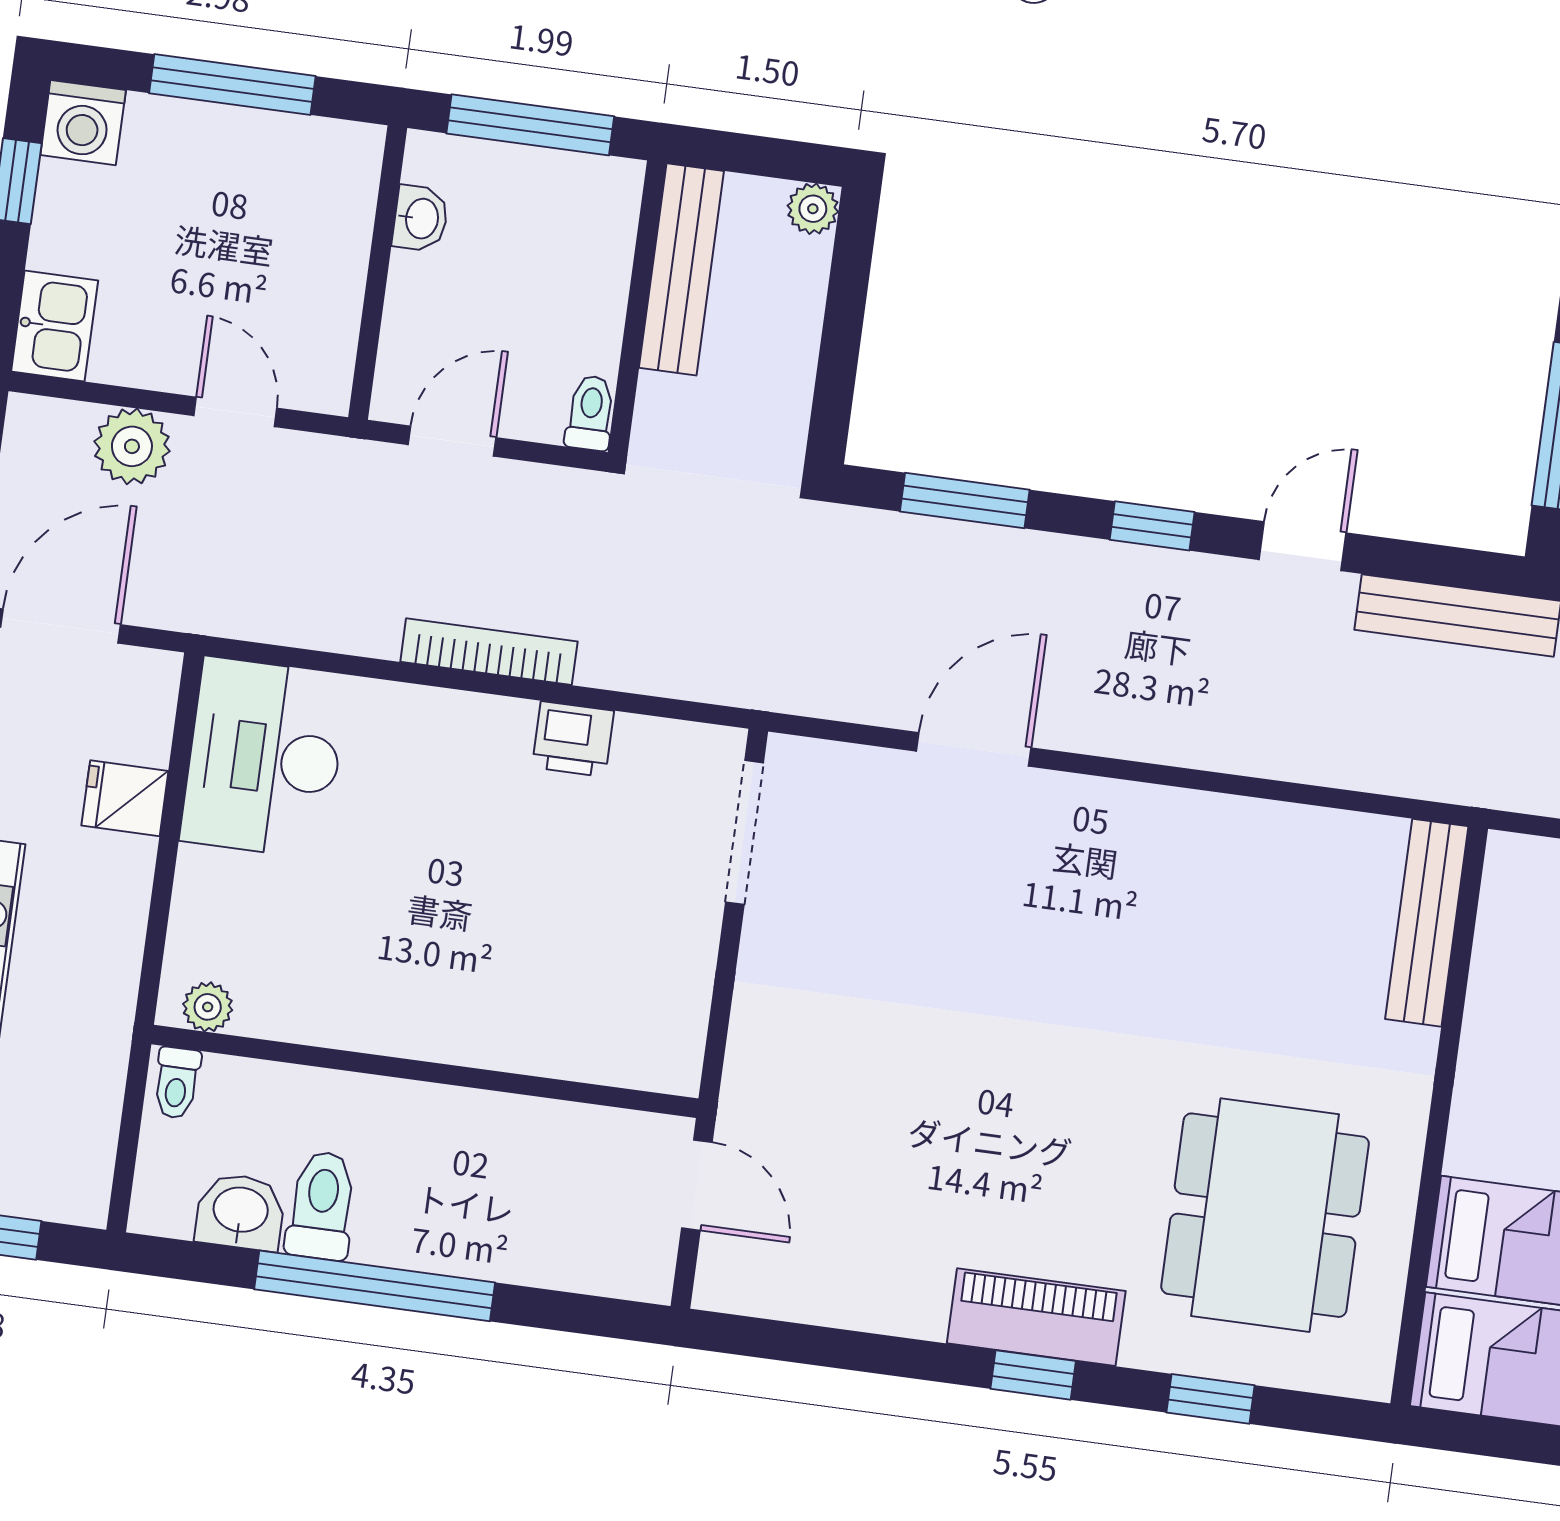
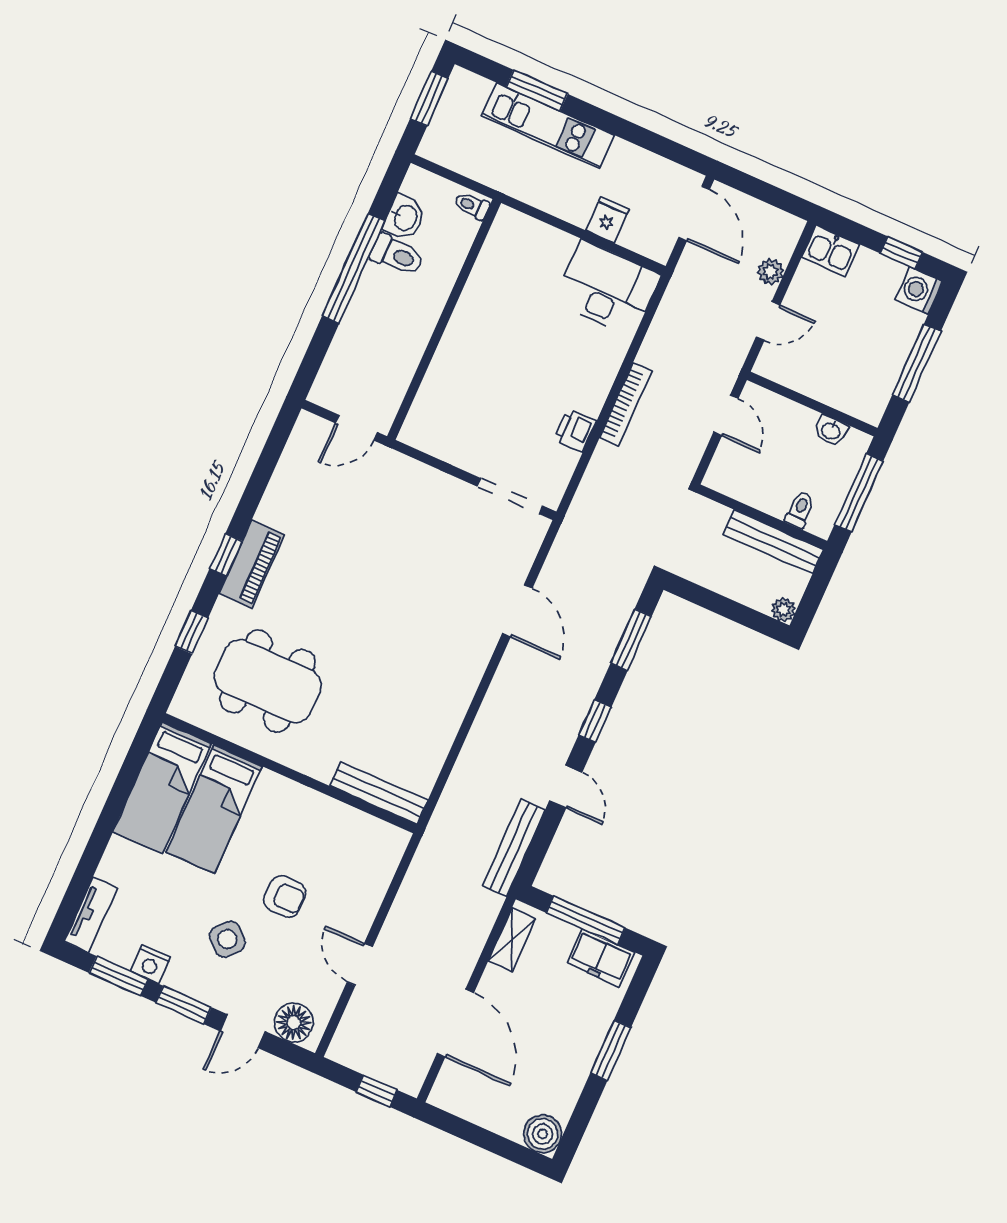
toilet: (590, 413) -> (800, 510), moved, turned -90
plant: (132, 446) -> (770, 272), width x0.73, depth x0.73
plant: (208, 1007) -> (502, 230), removed

